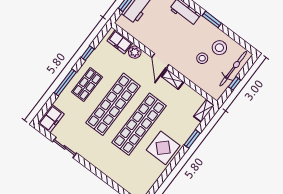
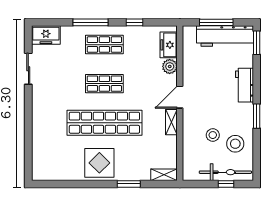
window: (234, 83) -> (226, 184), moved
shop shelf: (113, 104) -> (104, 84), width x0.50, depth x0.74

